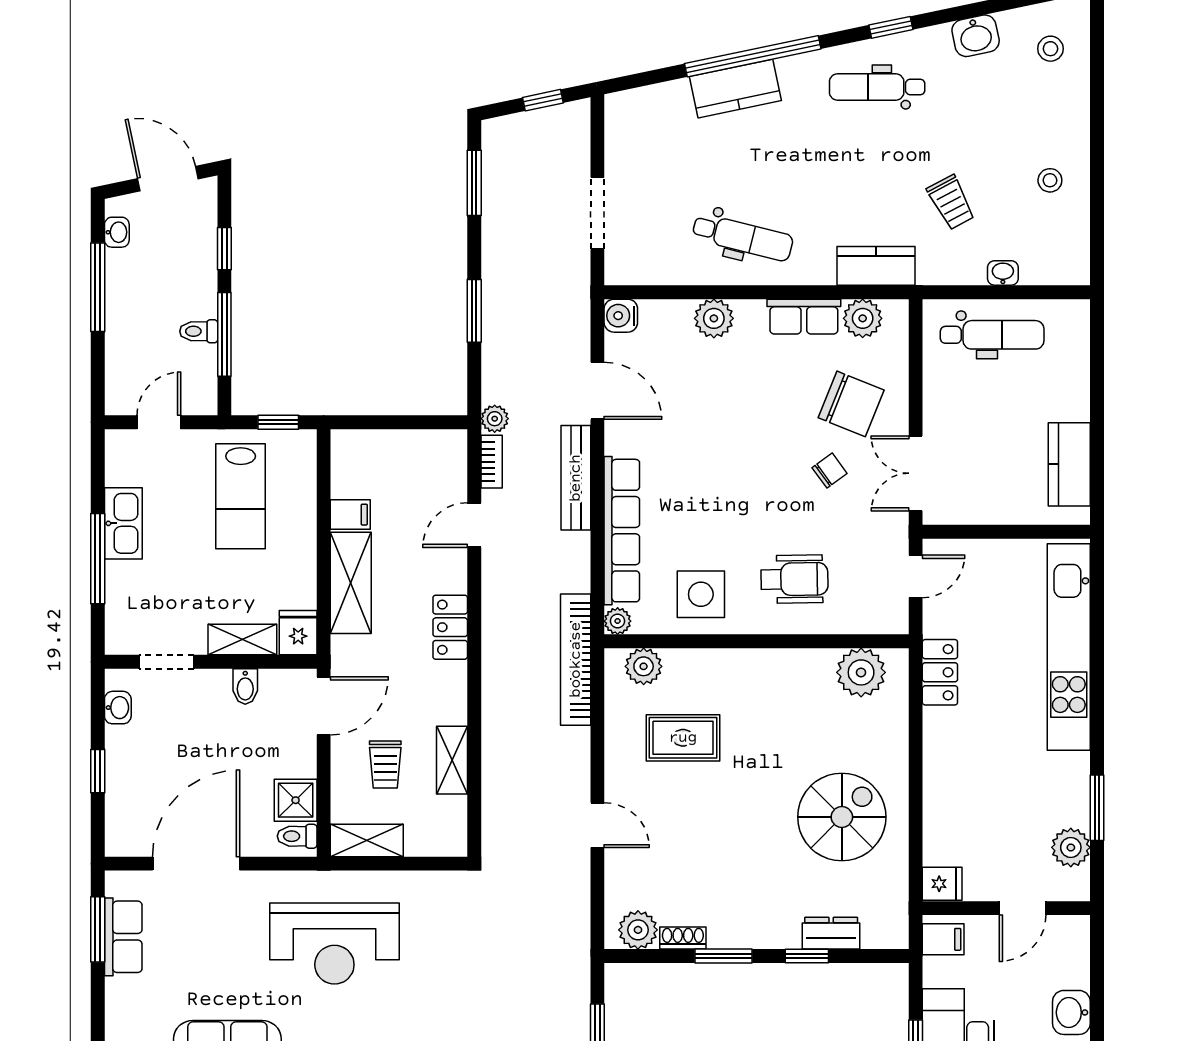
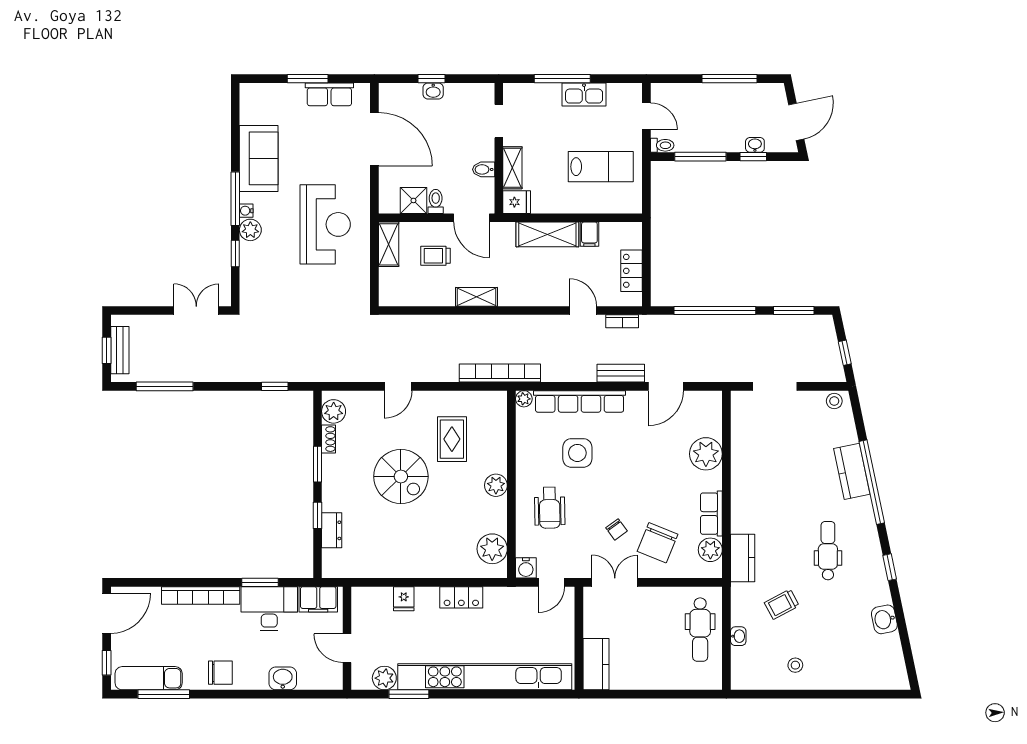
stool: (1050, 49) -> (834, 401), moved
dental chair: (877, 87) -> (828, 551), moved
washbasin: (117, 232) -> (755, 145), moved, turned 180
dental chair: (743, 237) -> (760, 476), removed
window: (474, 311) -> (715, 310), width x2.11
water cooler: (621, 316) -> (526, 568), moved, turned 180
plant: (714, 318) -> (706, 454), width x1.36, depth x1.36
toilet: (199, 331) -> (662, 145), moved, turned 90
plant: (495, 419) -> (648, 323), removed
window: (278, 422) -> (646, 190), removed
kitchen counter: (1069, 464) -> (596, 664), moved, turned 90
bench: (576, 478) -> (621, 373), width x0.73
lab bench: (241, 496) -> (601, 167), turned 180
door: (916, 576) -> (551, 582), hinge flipped
side table: (701, 594) -> (577, 453), moved
locker: (450, 627) -> (632, 271), moved, turned -90
kitchen unit: (1069, 647) -> (485, 677), width x1.36
plant: (644, 666) -> (496, 485), moved
locker: (940, 672) -> (461, 597), moved
washbasin: (118, 708) -> (433, 91), moved
shelving: (452, 760) -> (476, 297), moved
spiral stairs: (842, 817) -> (401, 477), moved
toilet: (297, 836) -> (436, 201), moved
fridge: (942, 884) -> (404, 599), moved
window: (98, 929) -> (308, 79), moved
filing cabinet: (943, 939) -> (318, 599), width x2.00
reception desk: (334, 944) -> (325, 224), turned 180

